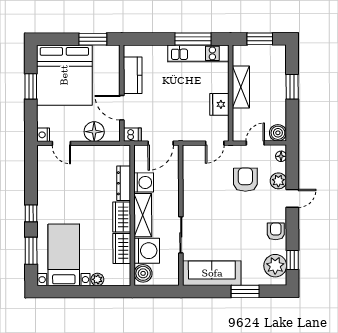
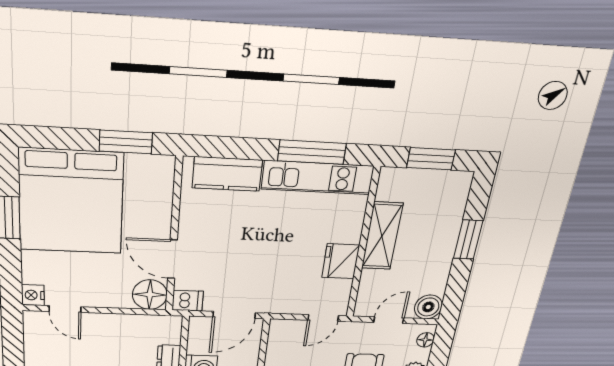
kitchen counter: (133, 75) -> (227, 174), moved, turned 90
floor lamp: (94, 132) -> (150, 295), moved

